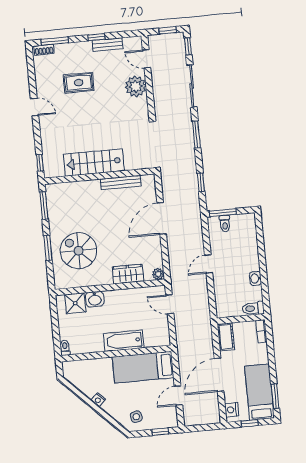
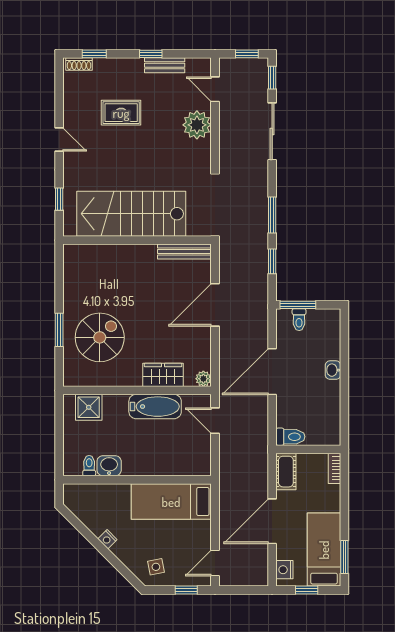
window: (55, 41) -> (94, 54), width x0.67
window: (196, 135) -> (272, 215), moved
window: (40, 163) -> (59, 199), moved
stairs: (94, 163) -> (131, 214), width x1.36, depth x1.51
bench: (121, 182) -> (184, 251), moved
window: (44, 205) -> (59, 272), removed
spiral stairs: (79, 251) -> (100, 337), turned 90
door: (209, 264) -> (272, 372), width x1.88
washbasin: (255, 278) -> (333, 370), moved
washbasin: (95, 299) -> (109, 466), moved, turned 180
toilet: (253, 308) -> (290, 437), moved, turned 180
bathtub: (124, 341) -> (155, 407), moved, turned 180
toilet: (65, 348) -> (89, 466), moved
door: (178, 396) -> (215, 563), moved

